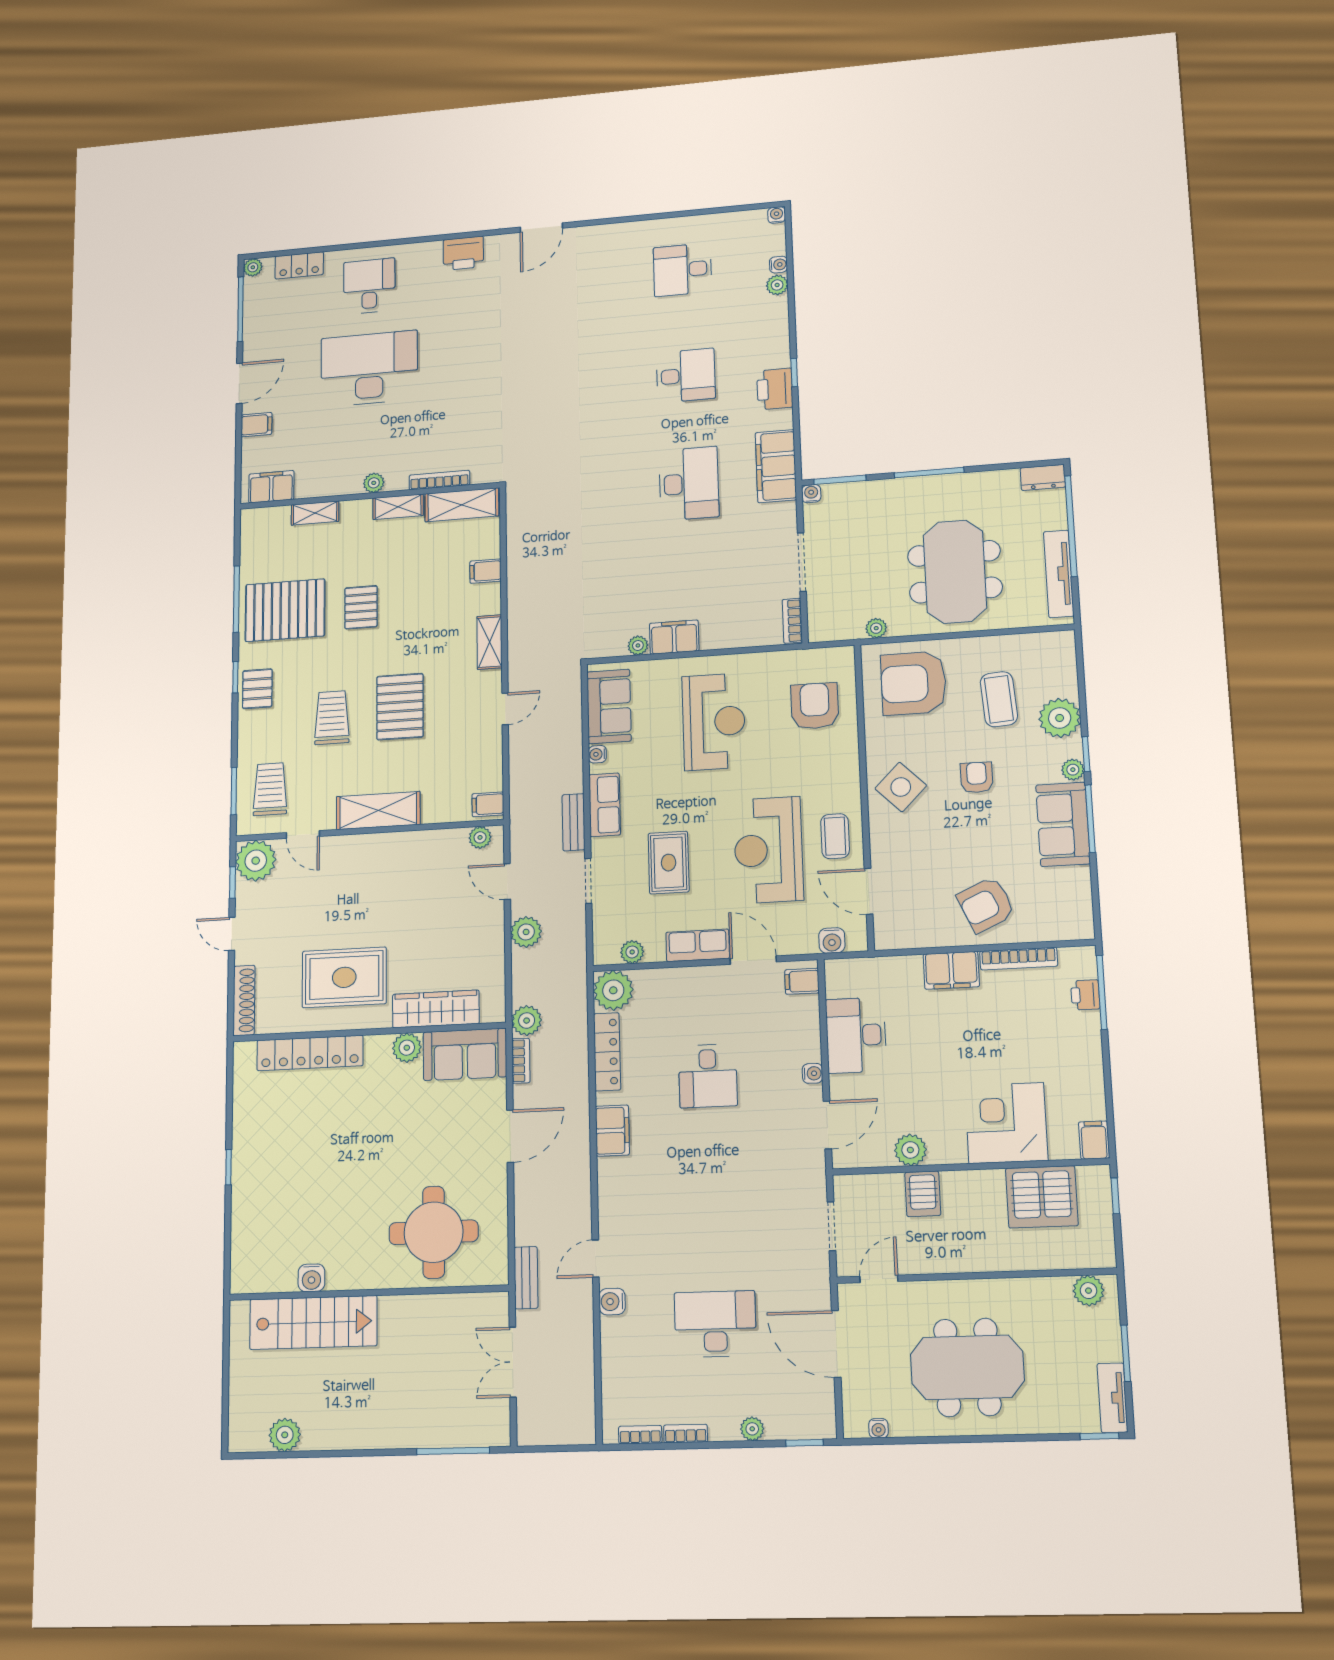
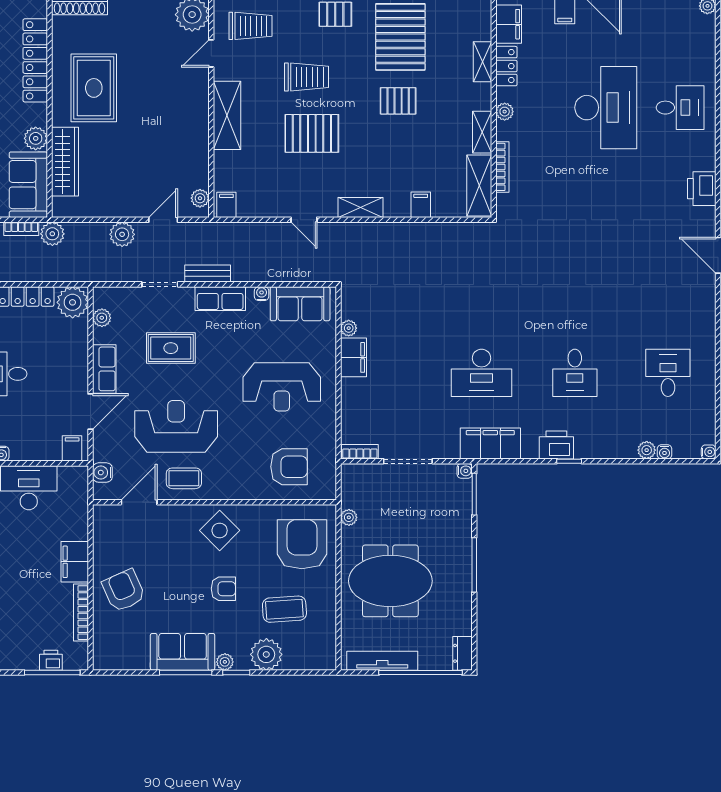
locker: (299, 265) -> (506, 66), moved, turned 180

